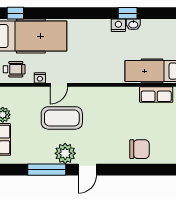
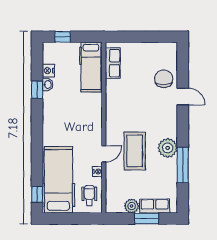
nightstand: (118, 25) -> (48, 71), moved
door: (59, 85) -> (104, 154), hinge flipped
door: (87, 170) -> (183, 96), moved

